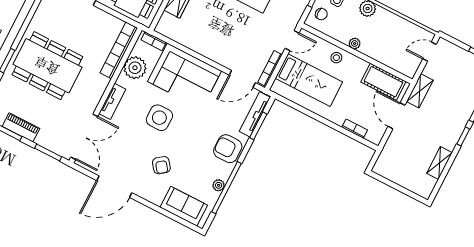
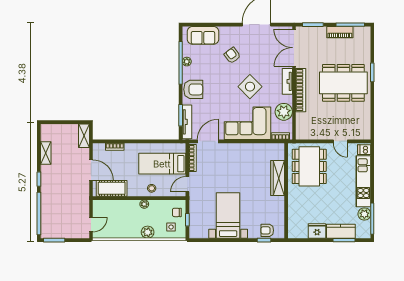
bookcase: (119, 50) -> (301, 90), moved
shelving: (420, 91) -> (84, 136), moved
side table: (159, 118) -> (250, 87), turned 45

